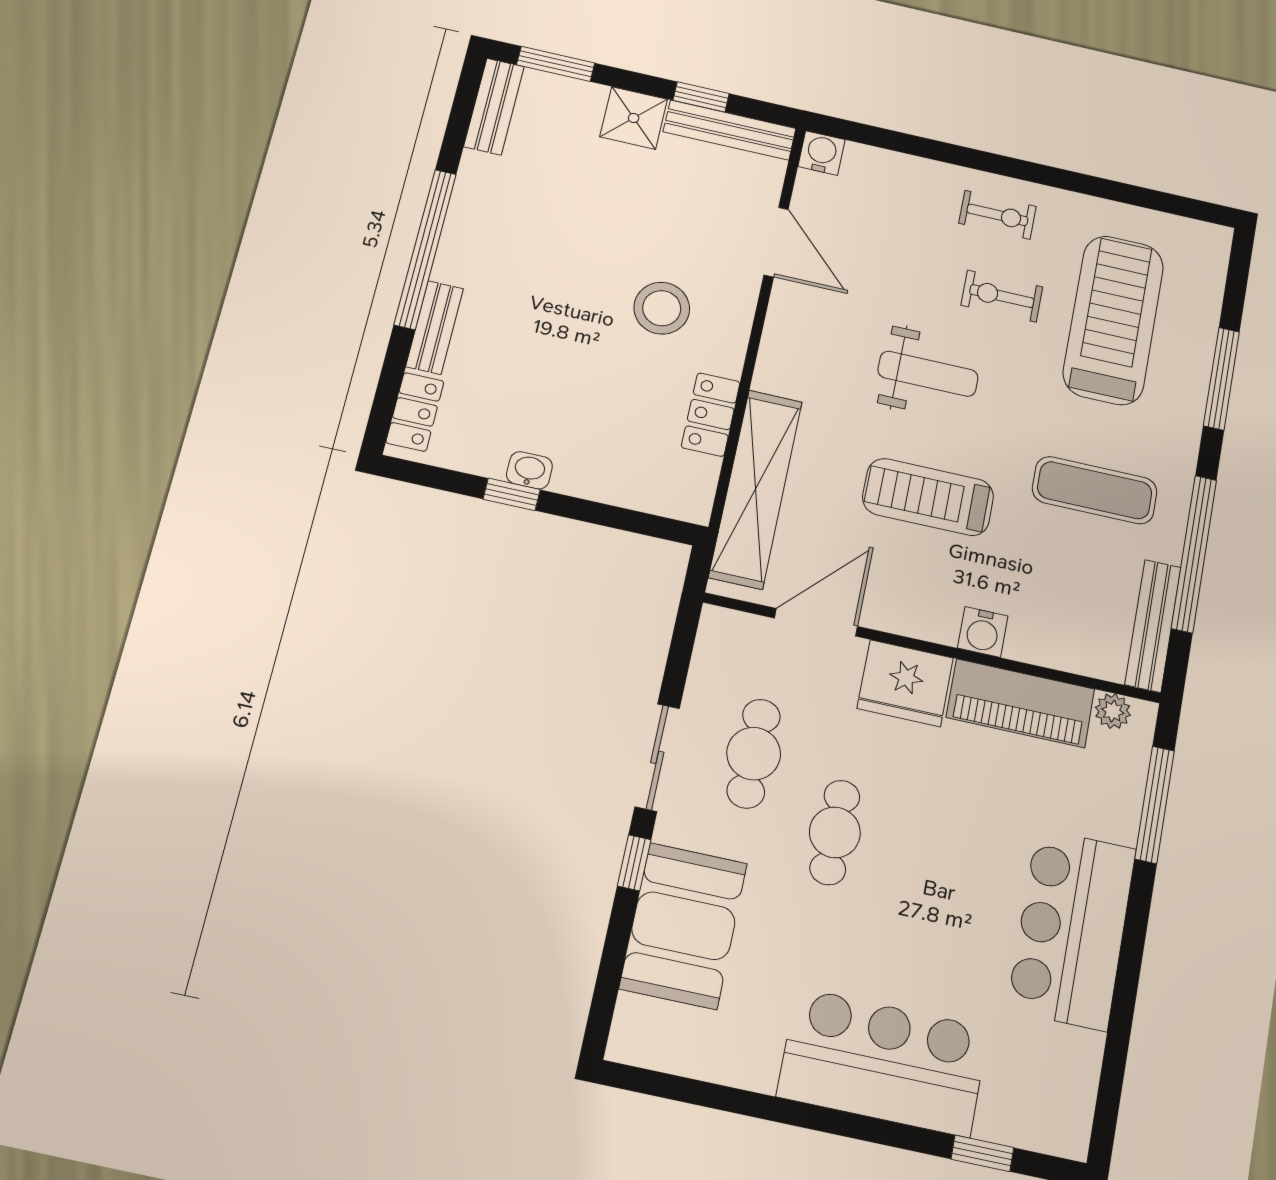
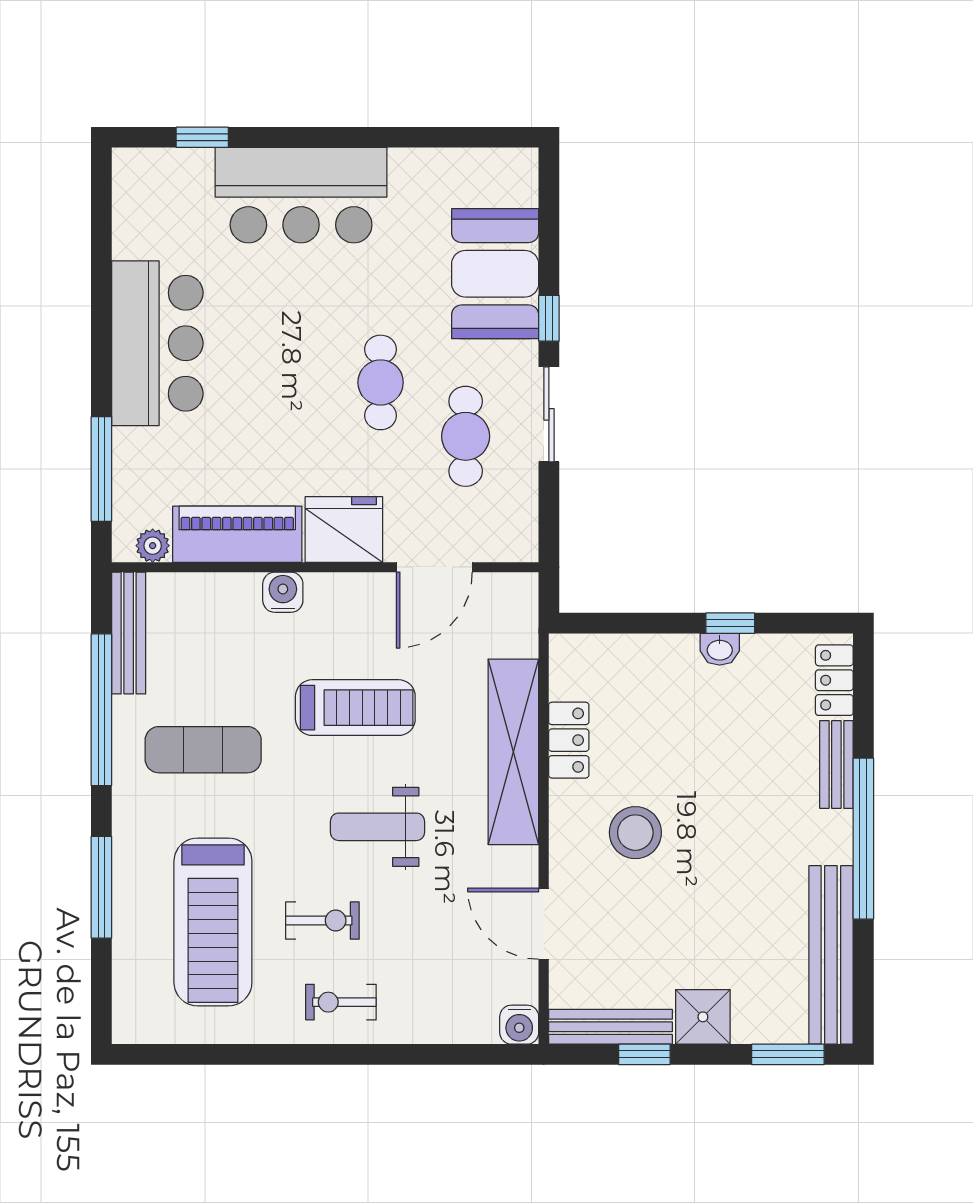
bench: (494, 107) -> (831, 955), width x1.86, depth x1.21
shelving: (756, 489) -> (513, 752), moved

